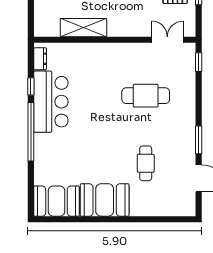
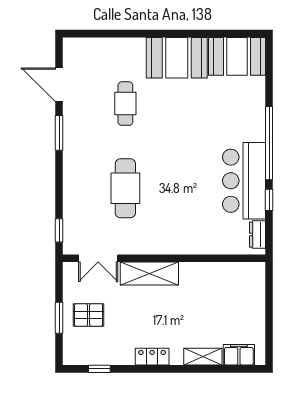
shelving: (83, 28) -> (149, 274), moved
cafe table: (146, 96) -> (125, 188), turned 90

